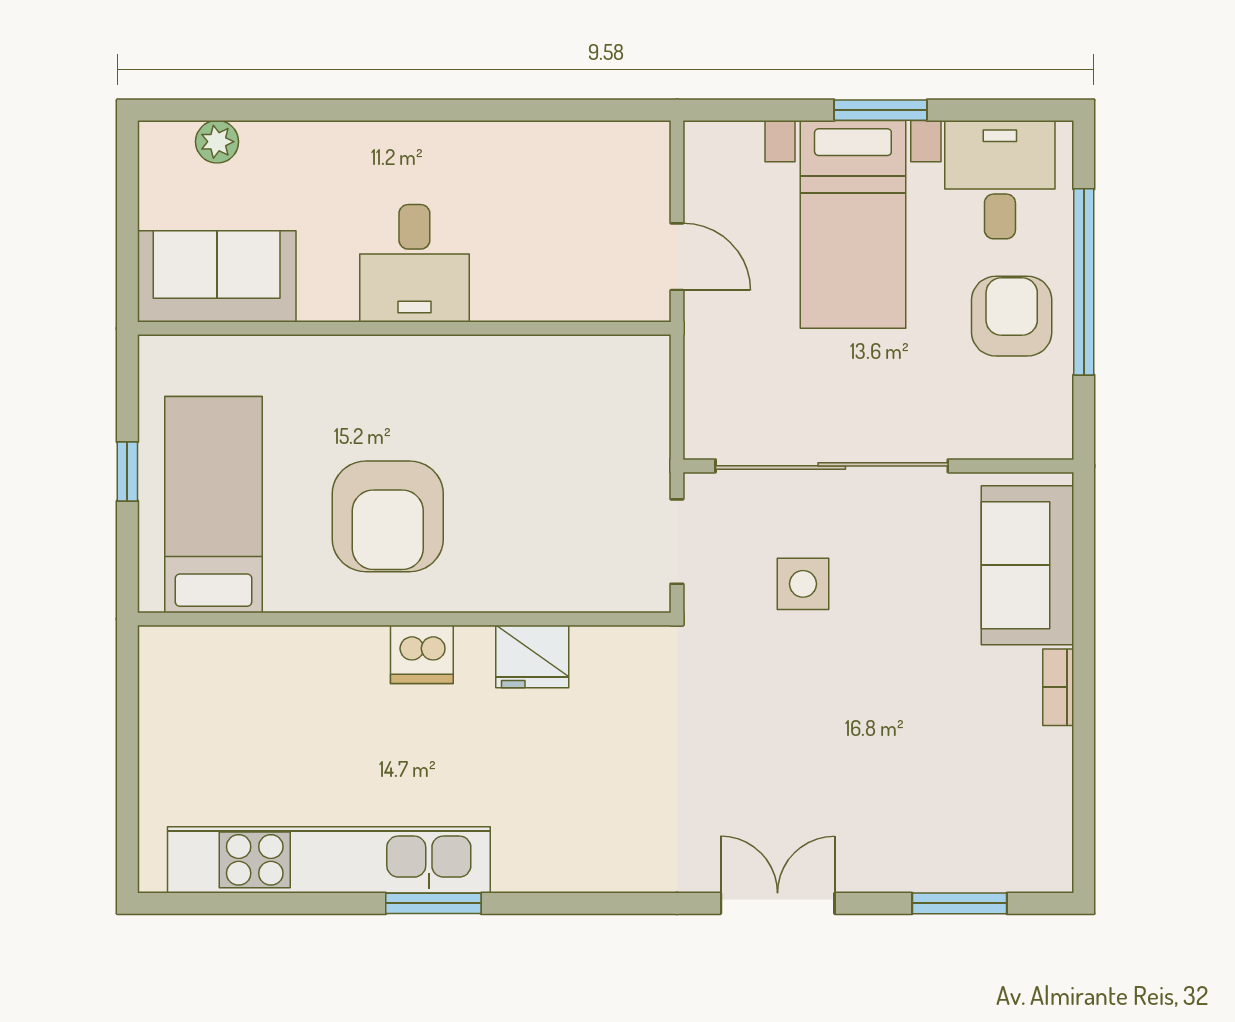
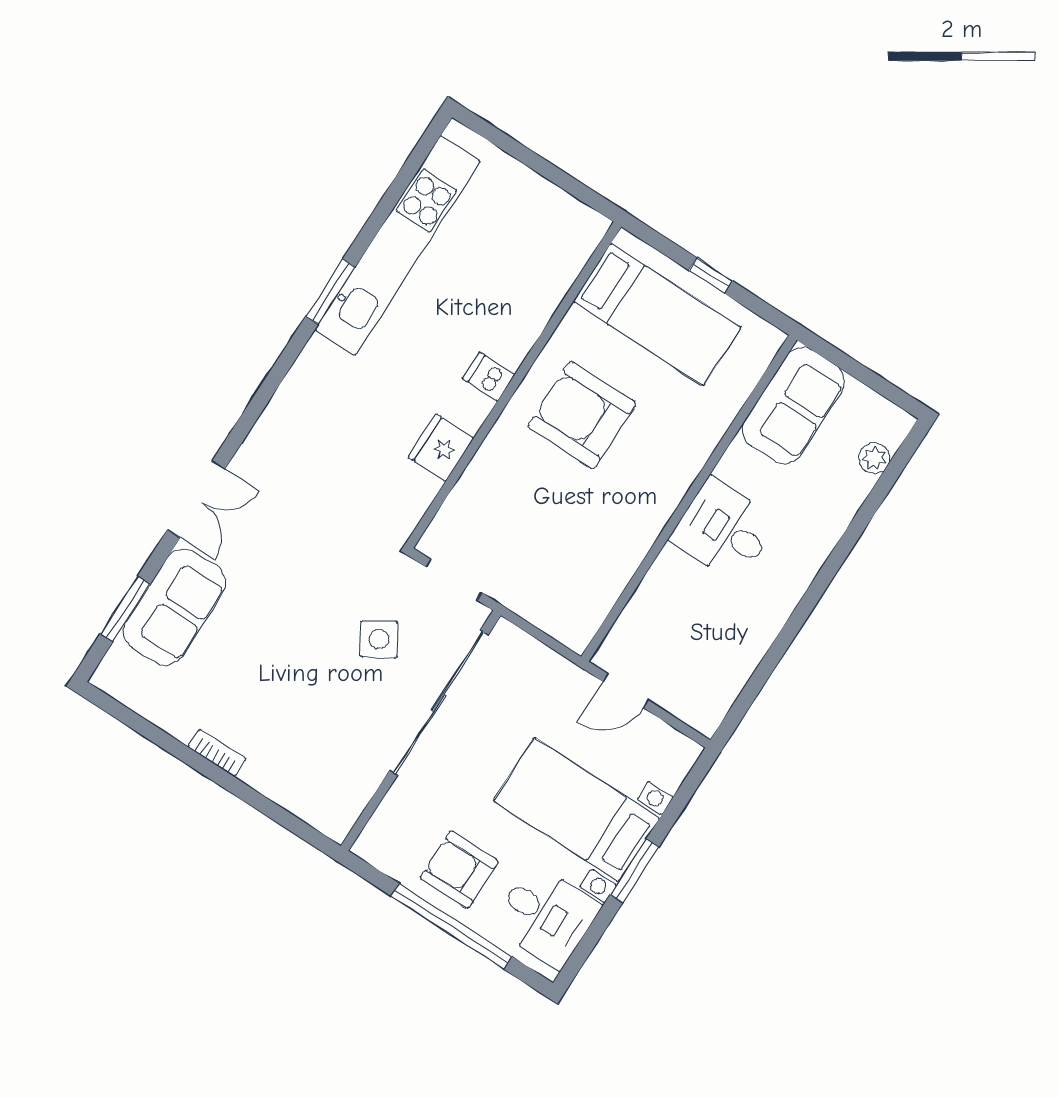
armchair: (1012, 316) -> (459, 870), turned 180
sofa: (1028, 565) -> (174, 607), moved, turned 90
side table: (803, 584) -> (379, 639), turned -32
dishwasher: (422, 654) -> (489, 377), width x0.73

